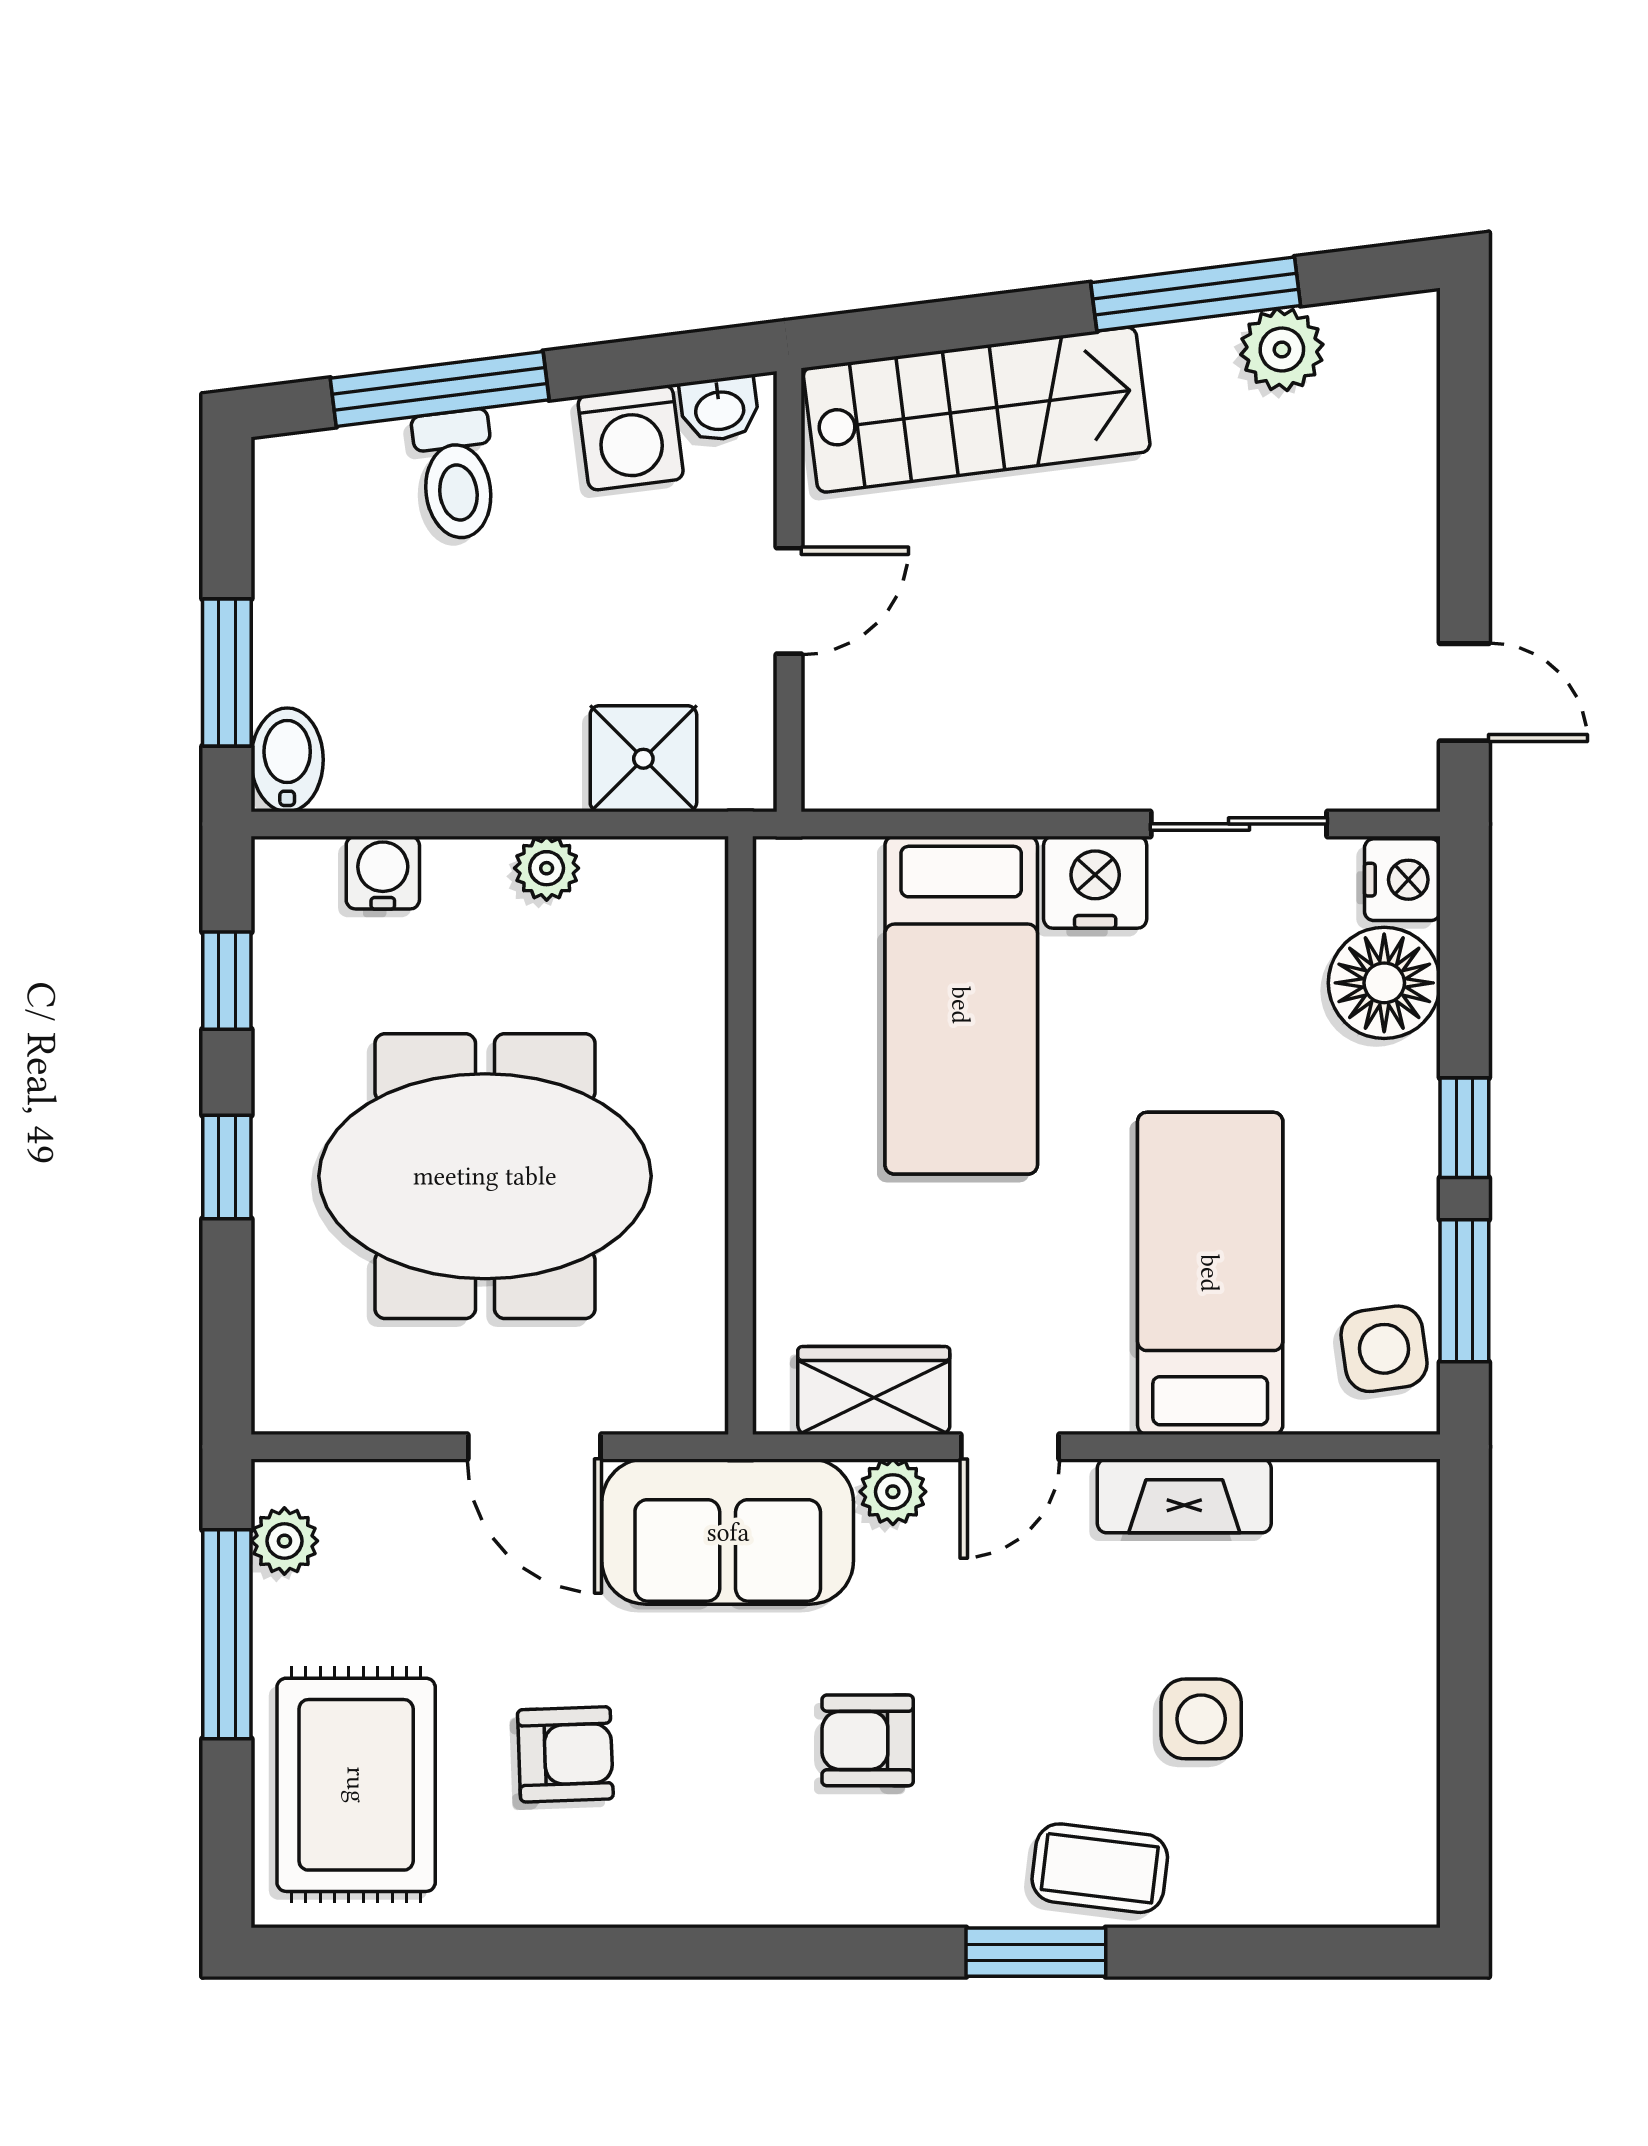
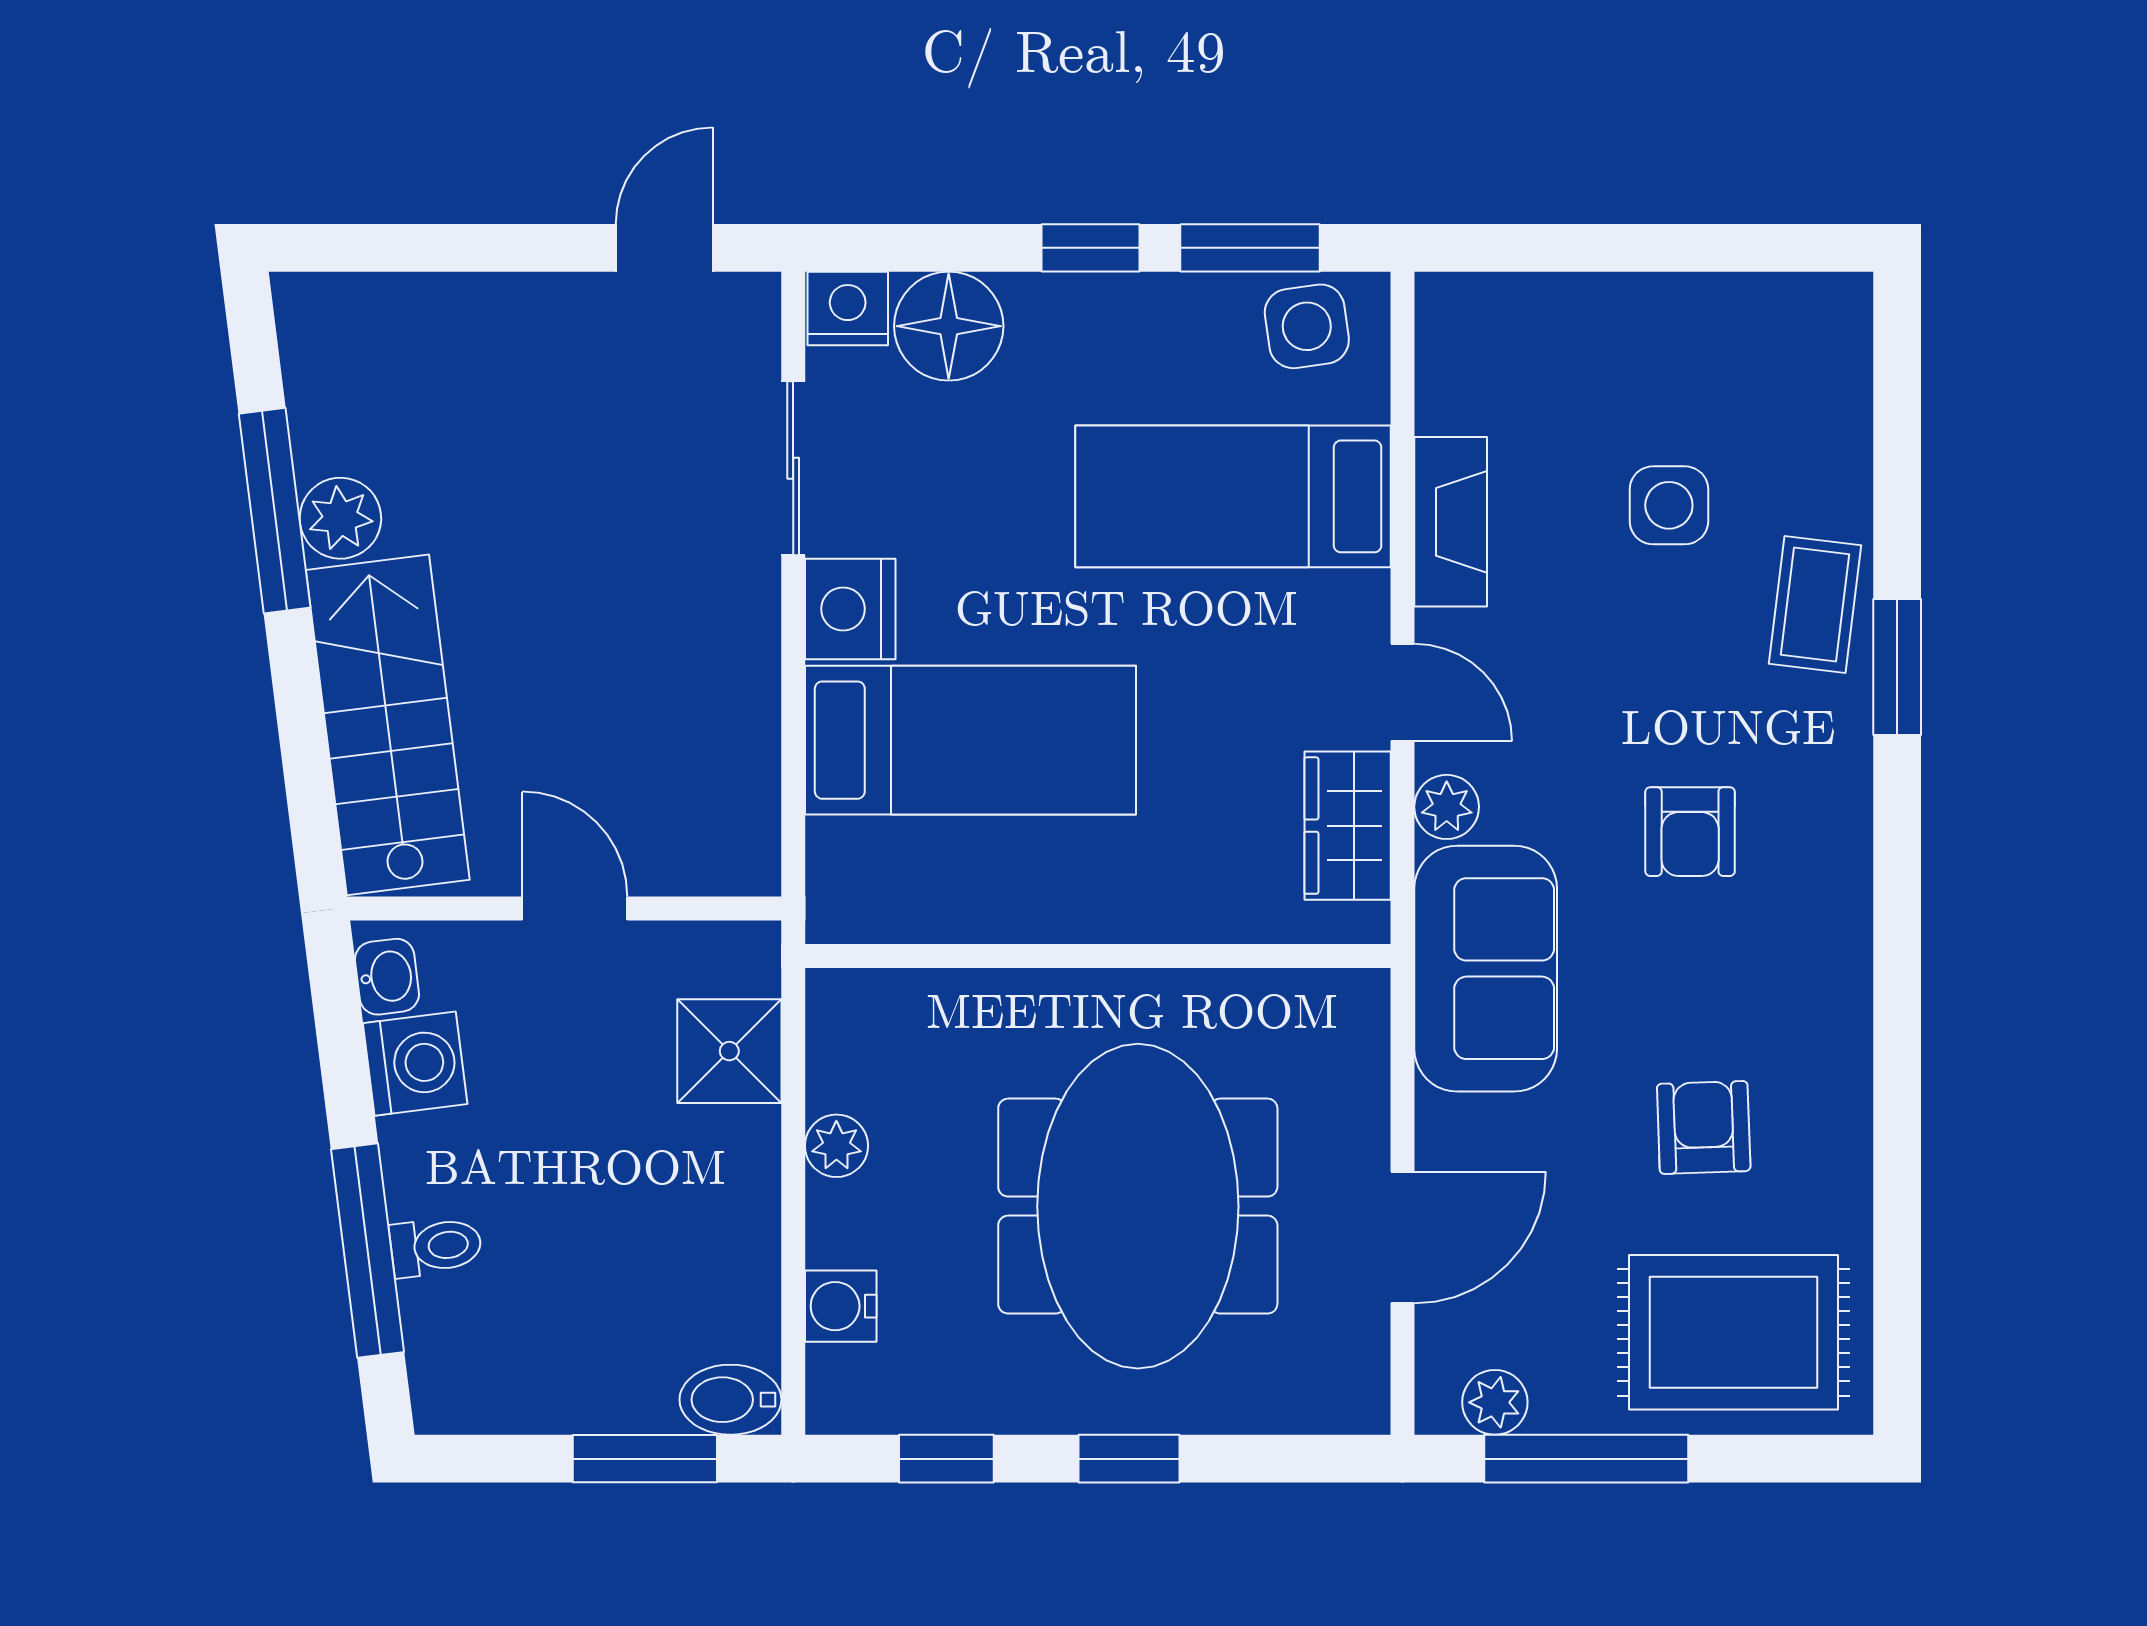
plant: (1282, 349) -> (340, 518), moved
toilet: (456, 475) -> (436, 1246), width x0.73, depth x0.72
door: (534, 1447) -> (1403, 1237), moved

